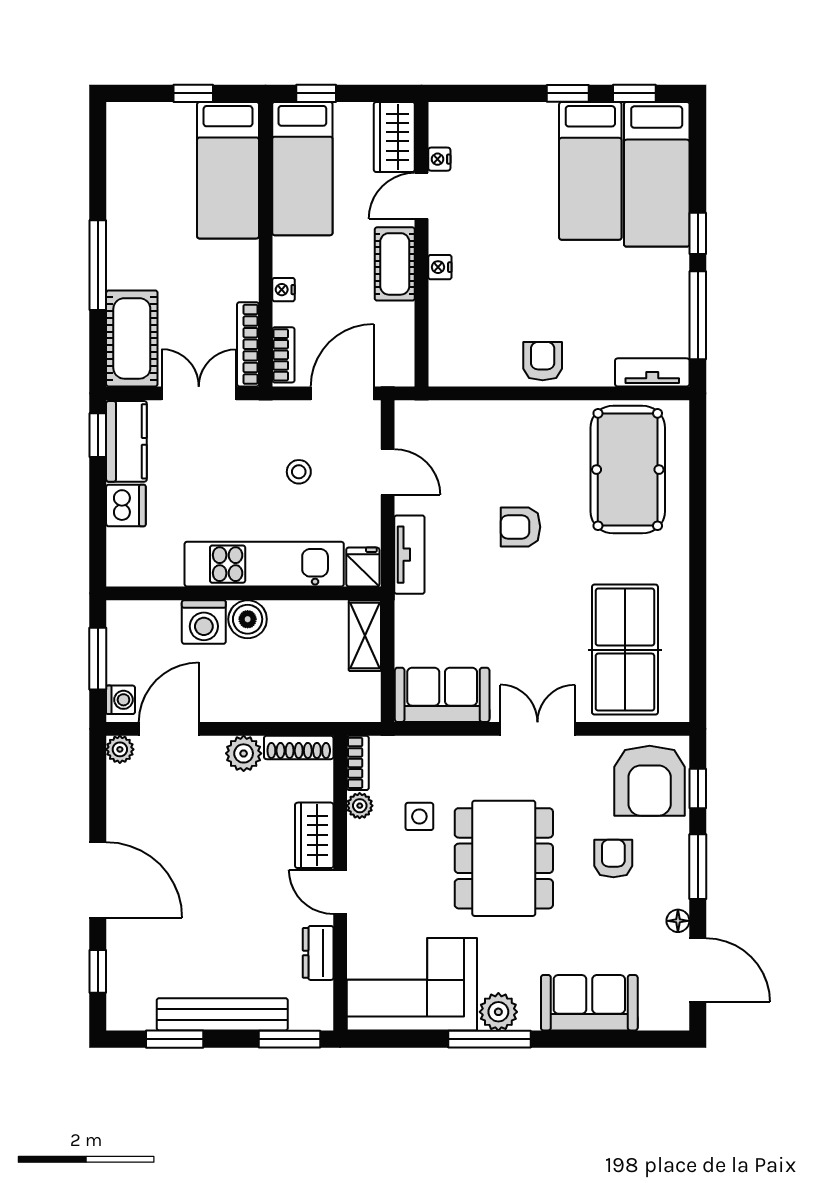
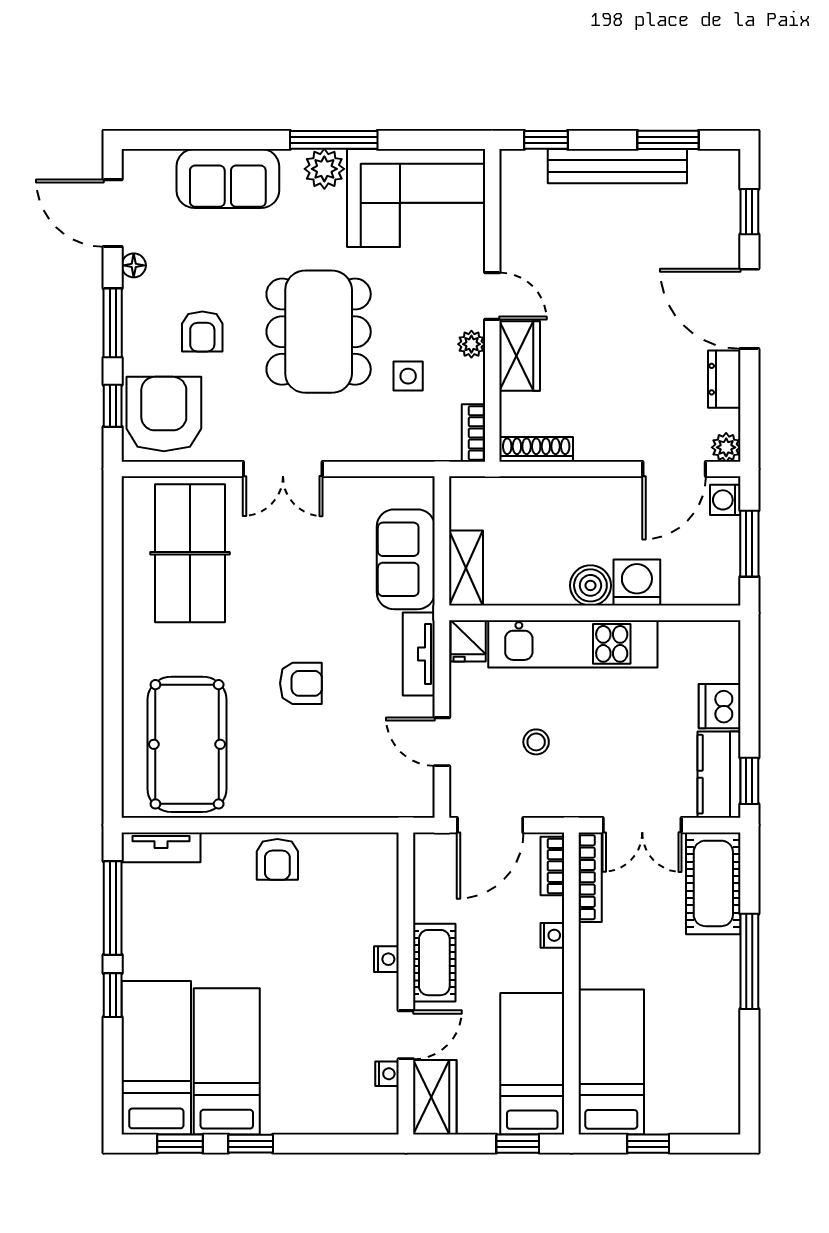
sofa: (442, 695) -> (406, 559), moved, turned 90
plant: (244, 753) -> (595, 443), removed
plant: (360, 806) -> (471, 344), moved
dresser: (318, 953) -> (724, 379), moved, turned 180
window: (289, 1039) -> (546, 140), width x0.67

